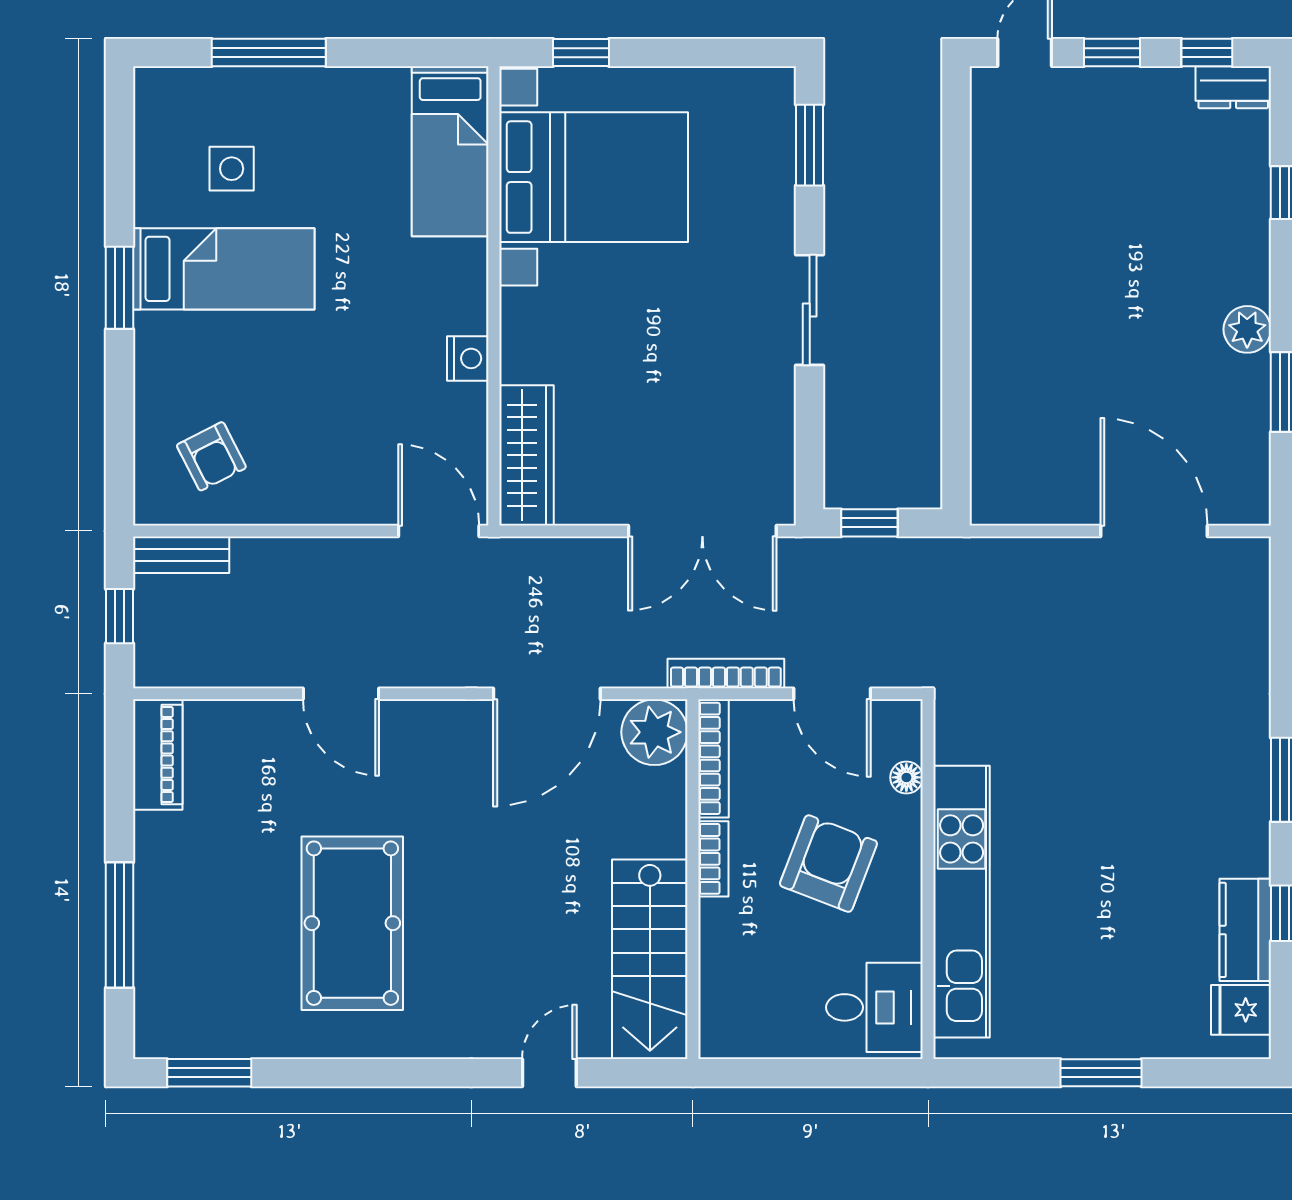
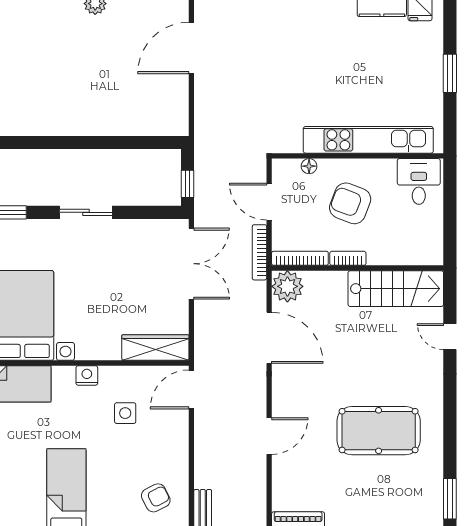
side table: (232, 169) -> (125, 413), moved
nightstand: (468, 358) -> (87, 375), moved
door: (832, 694) -> (269, 202), swing flipped

